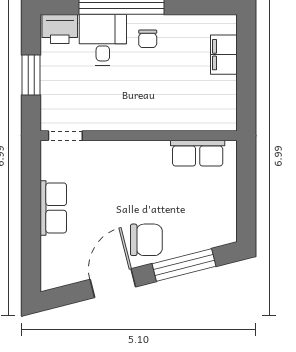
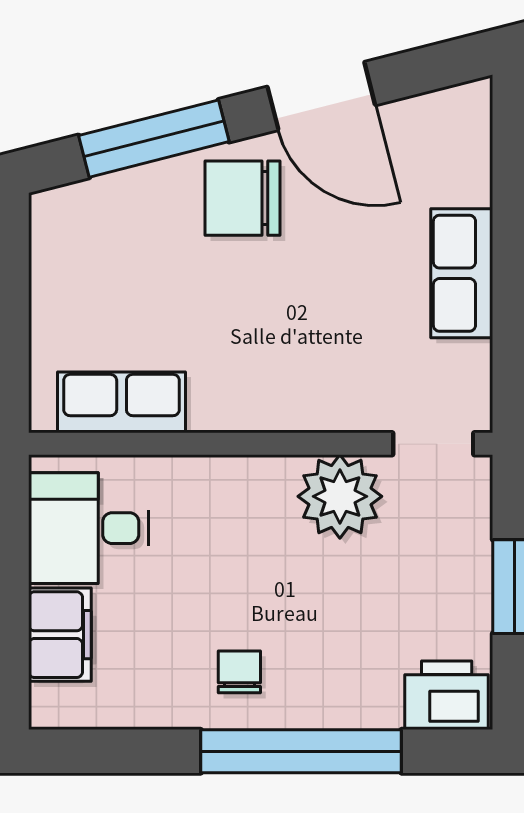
desk: (103, 40) -> (88, 528), moved, turned 90
plant: (105, 113) -> (340, 496), added
door: (113, 283) -> (321, 96), hinge flipped

